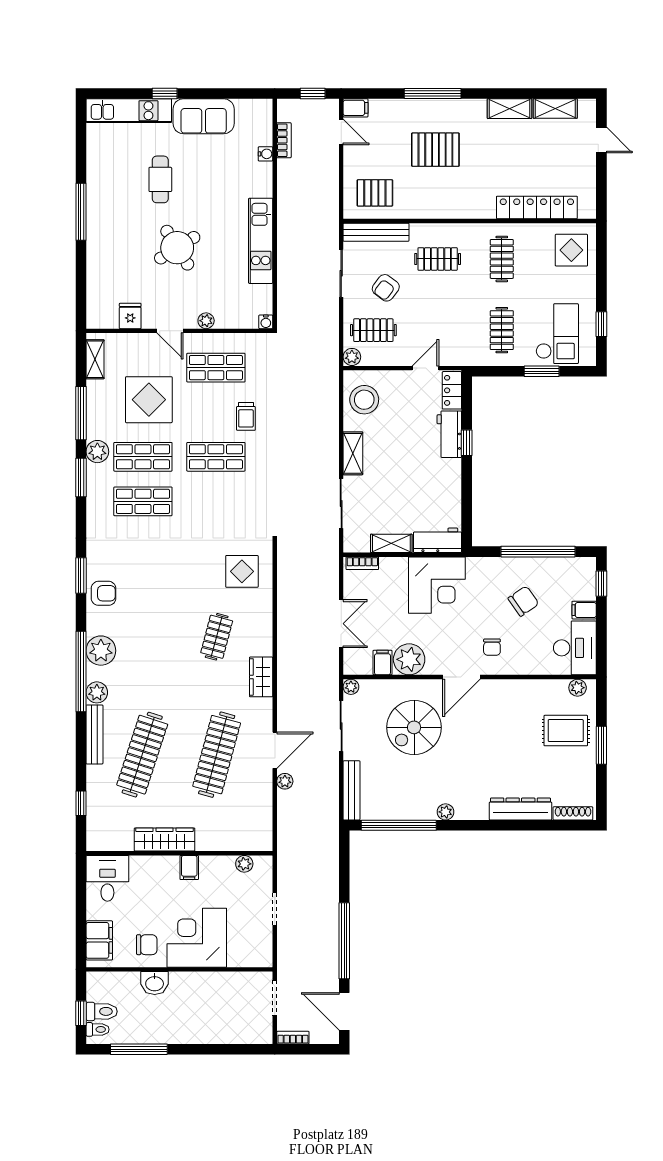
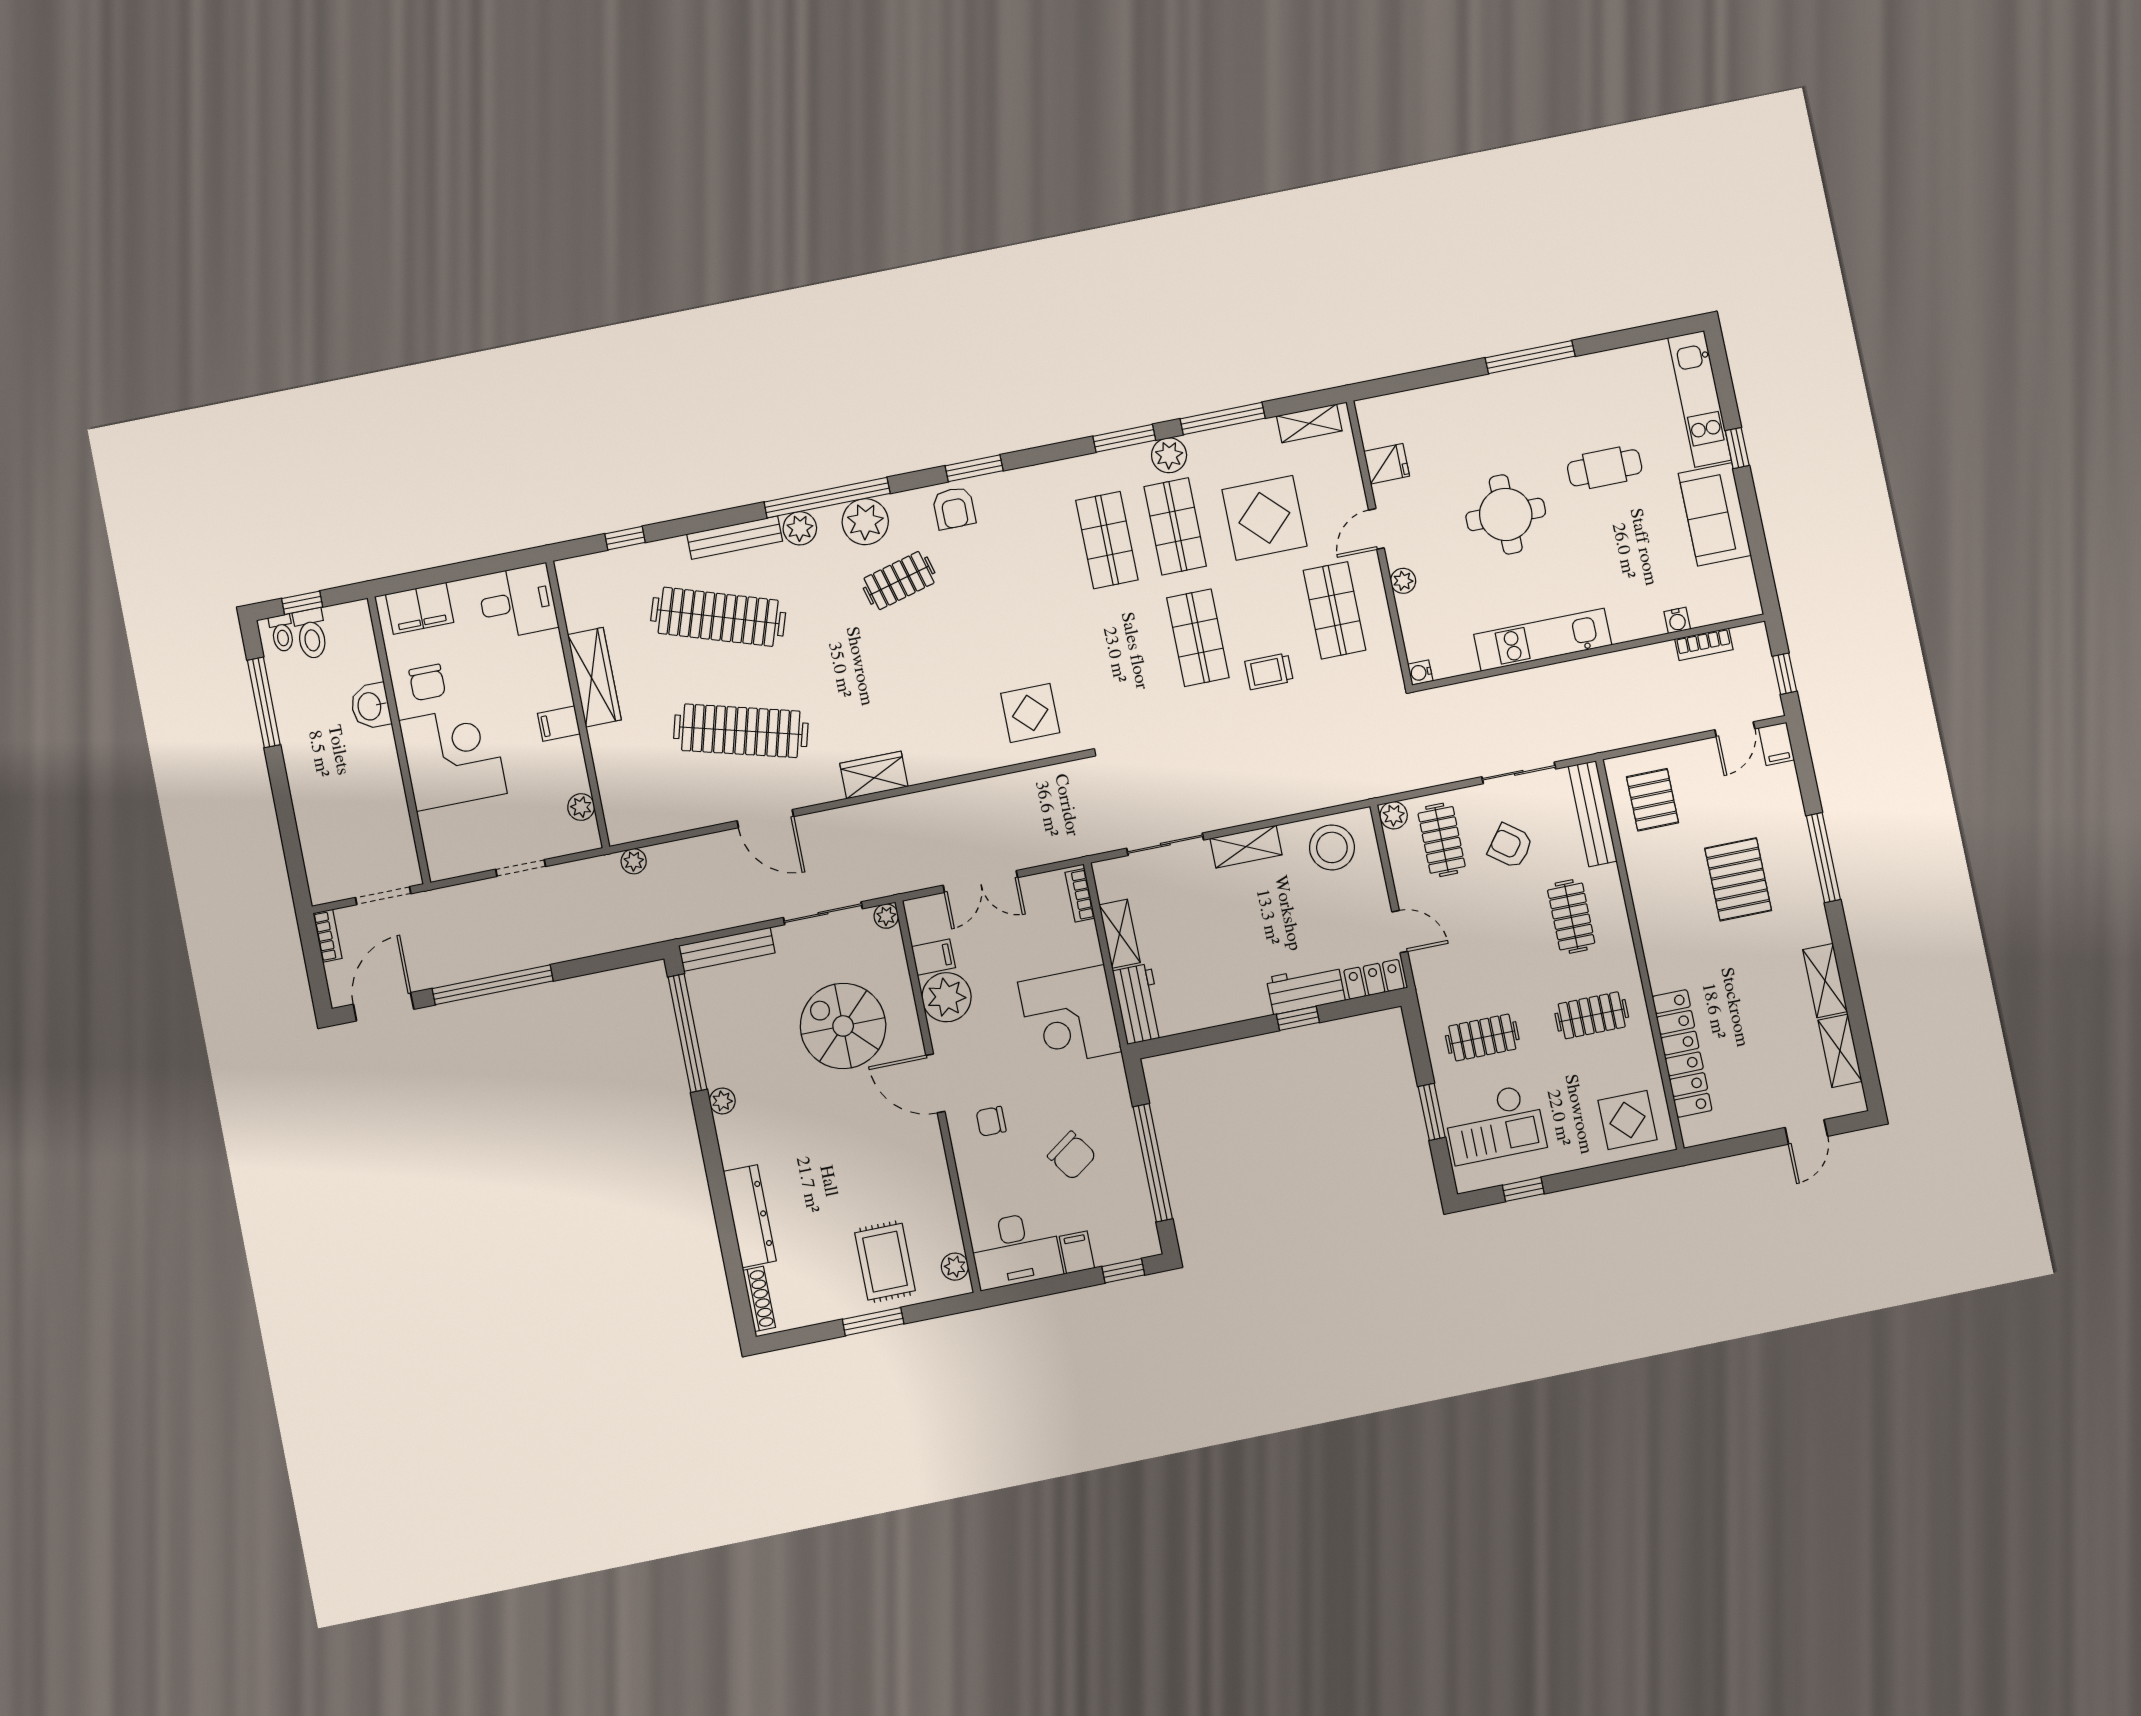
round table: (177, 248) -> (1506, 514), turned 32
clothes rail: (217, 637) -> (899, 581), moved, turned -30
plant: (285, 781) -> (634, 861), moved

